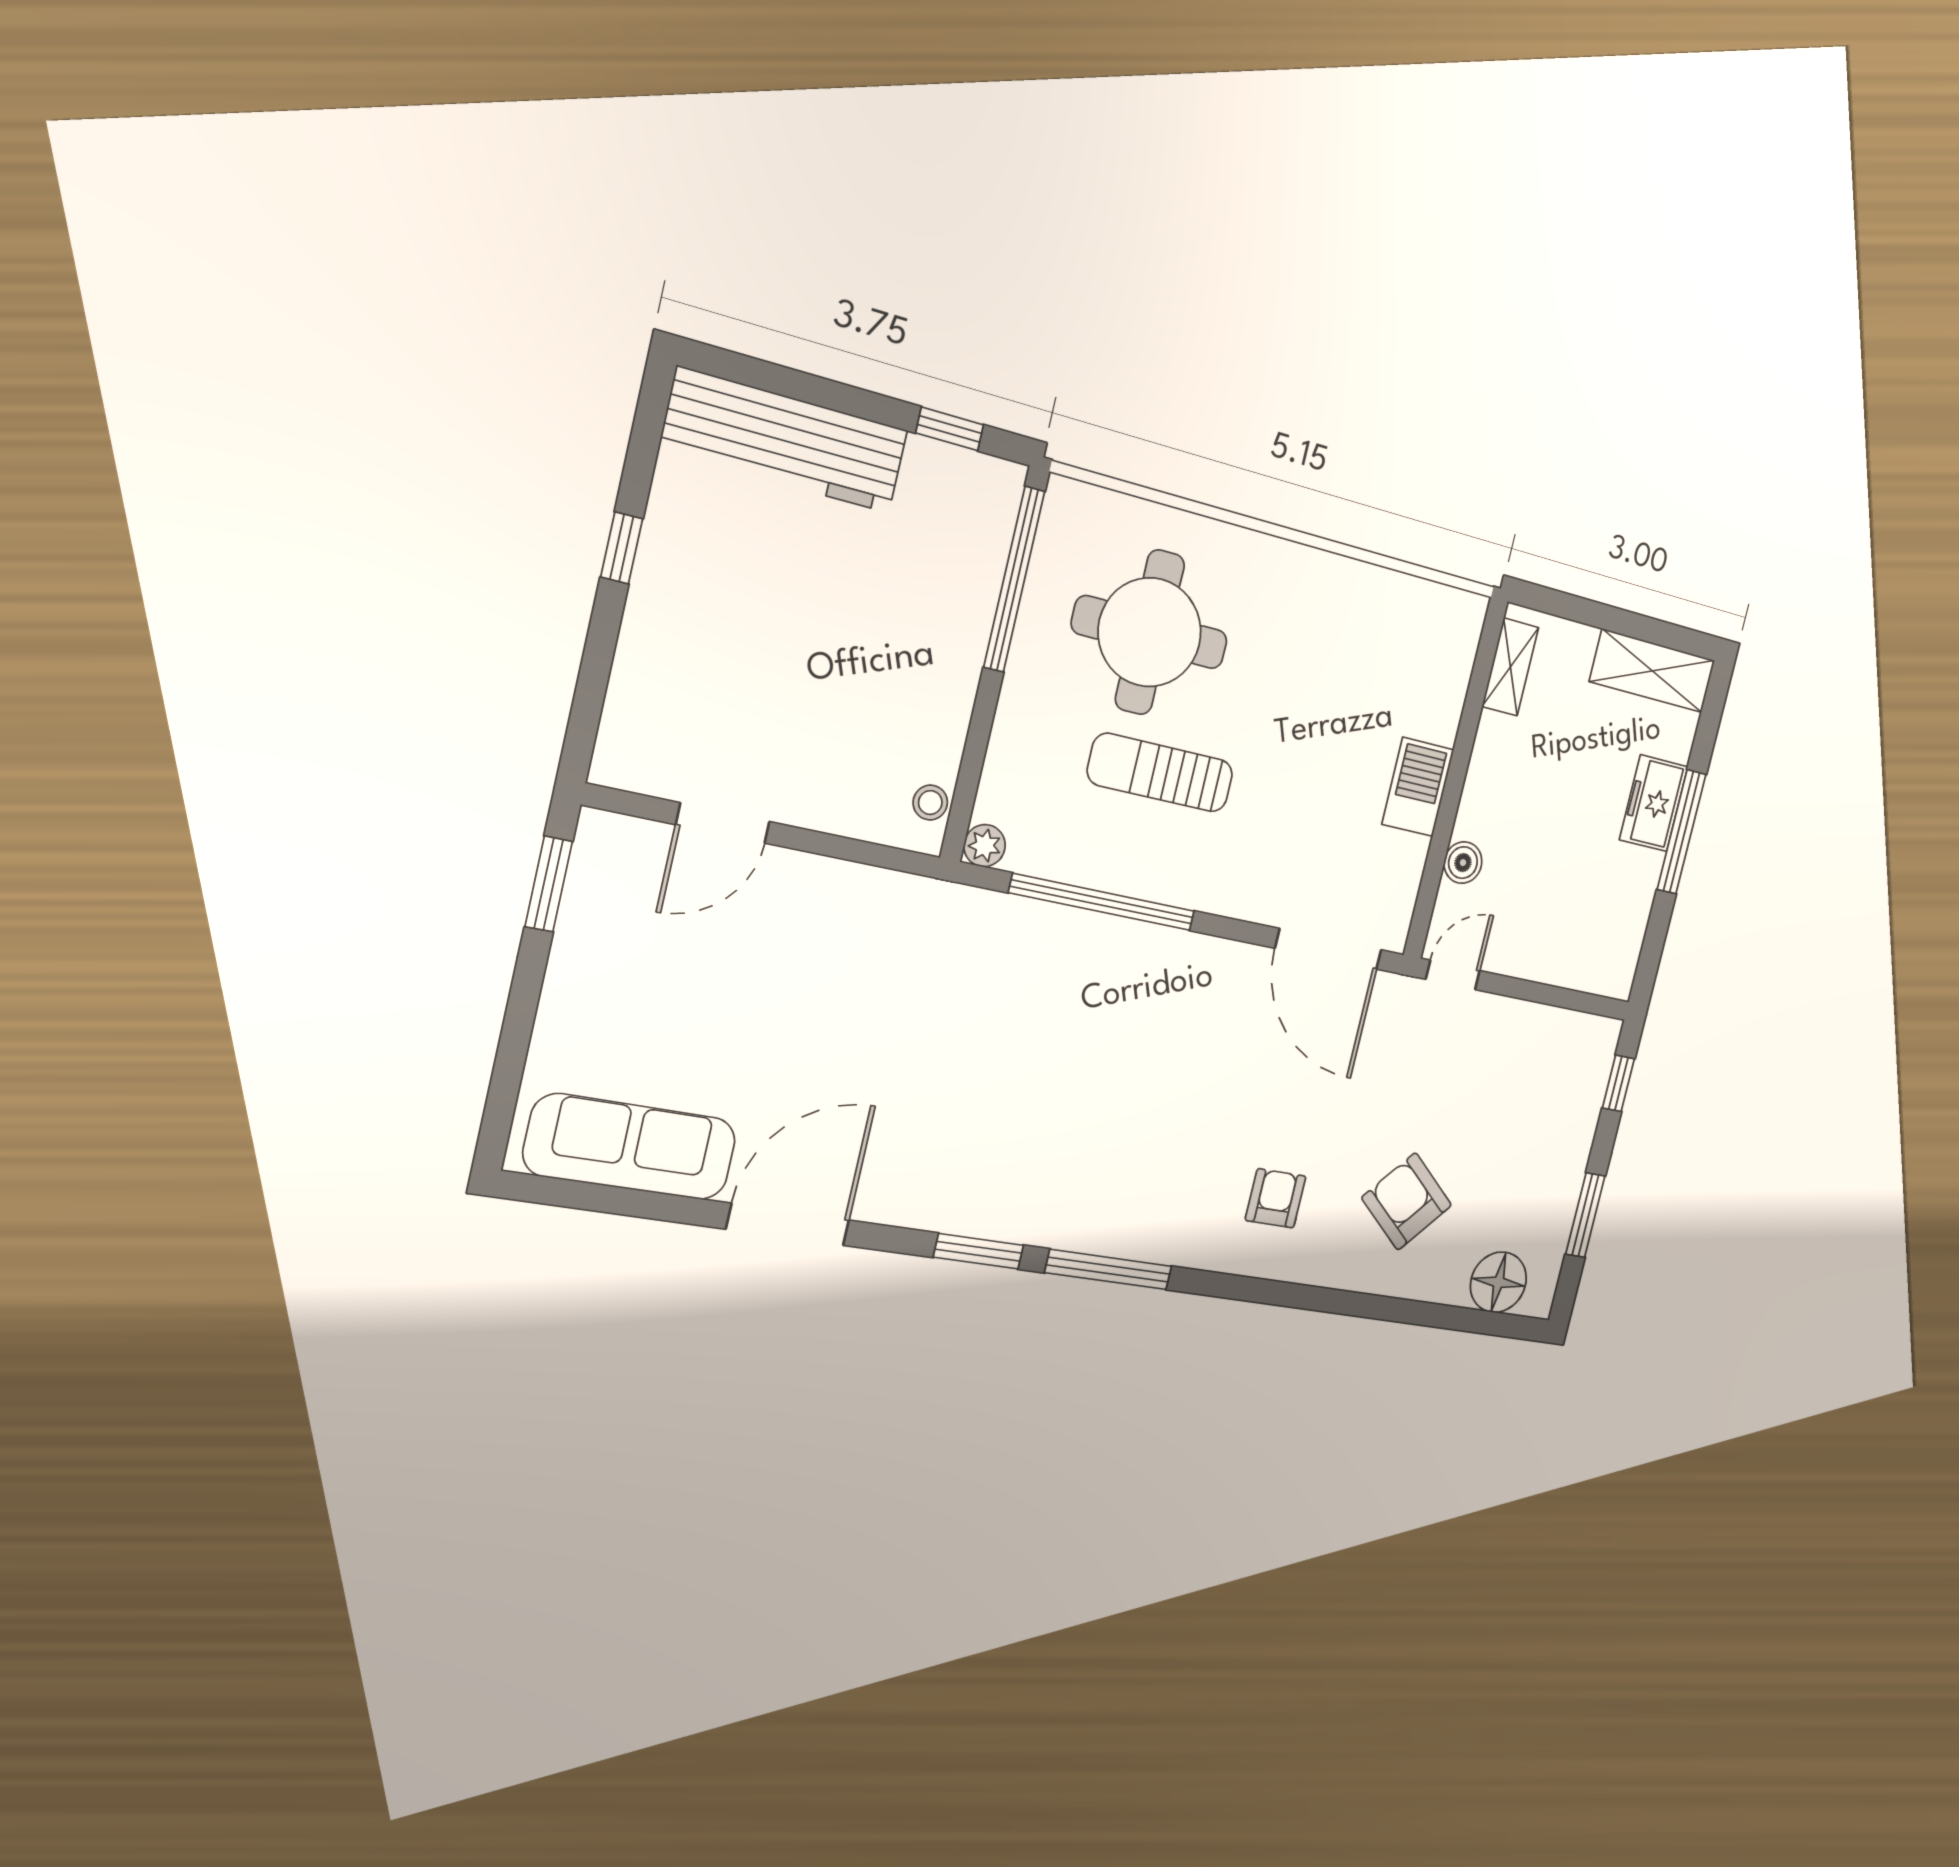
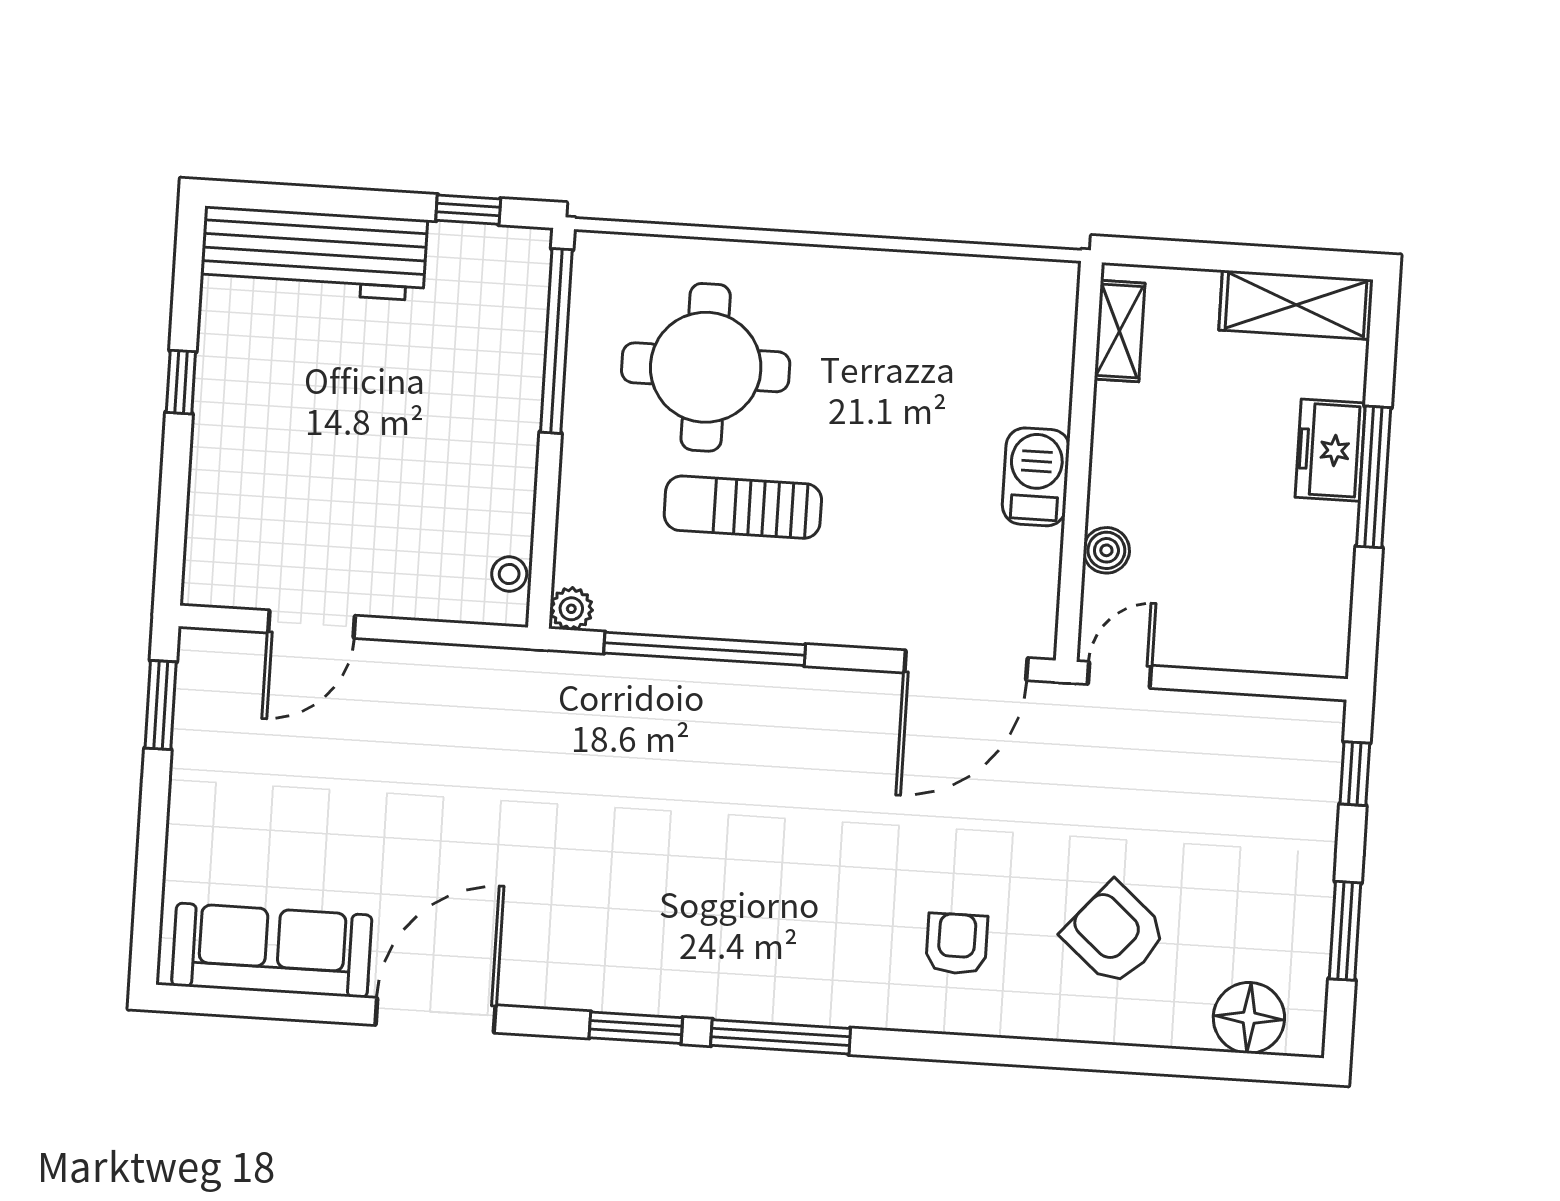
door: (1329, 949) -> (966, 665), hinge flipped

